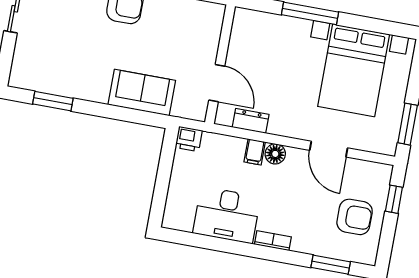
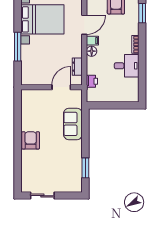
printer: (189, 139) -> (92, 81), moved
filing cabinet: (255, 152) -> (92, 41), moved
desk: (227, 215) -> (127, 66), width x0.73

